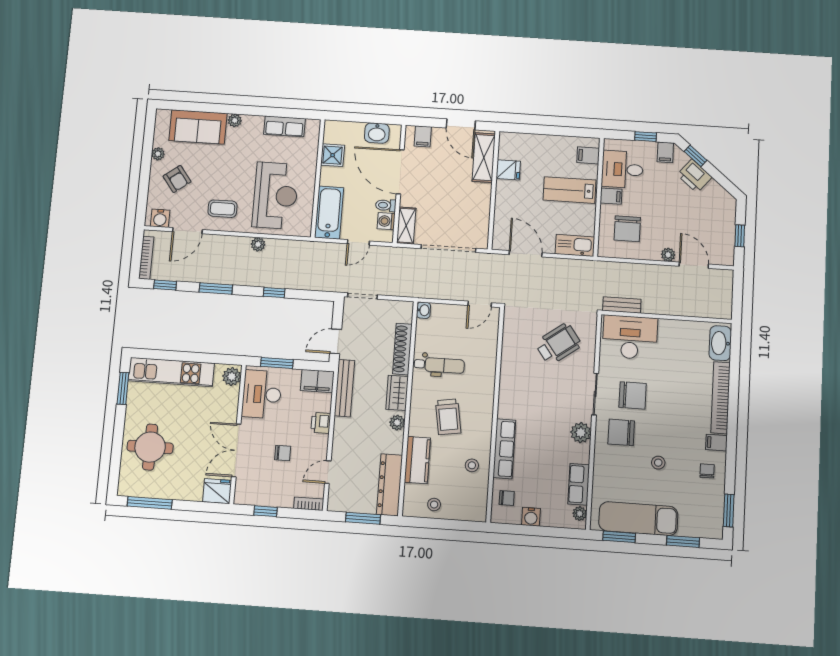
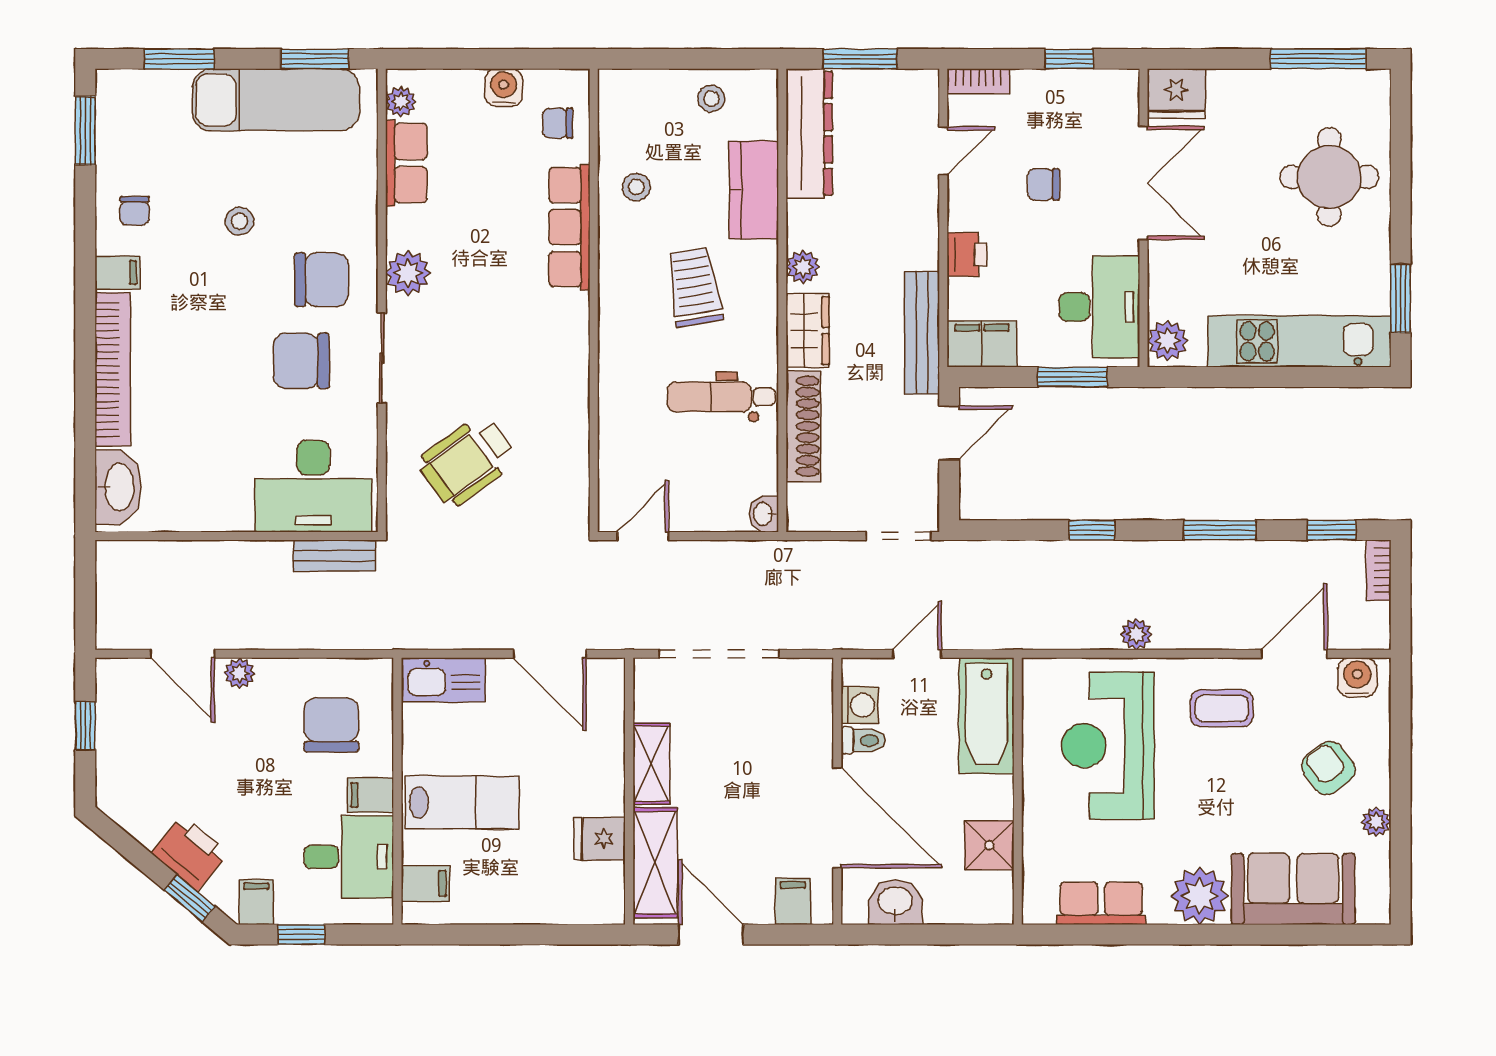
plant: (235, 120) -> (1200, 896), width x1.88, depth x1.88
shelving: (406, 226) -> (651, 764), moved
bookcase: (146, 258) -> (1379, 570), width x0.64

